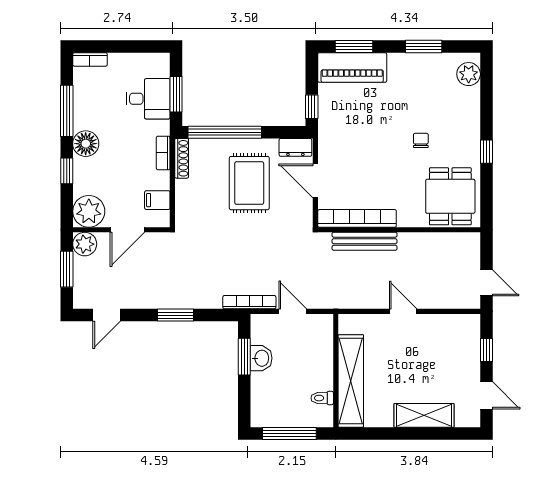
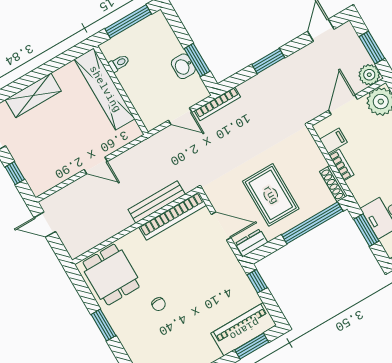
window: (486, 152) -> (103, 325), width x1.50
bookcase: (163, 153) -> (341, 165), moved

